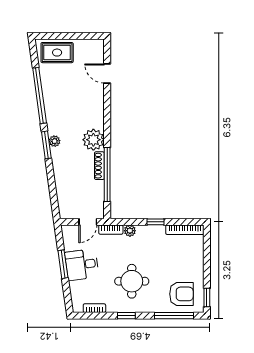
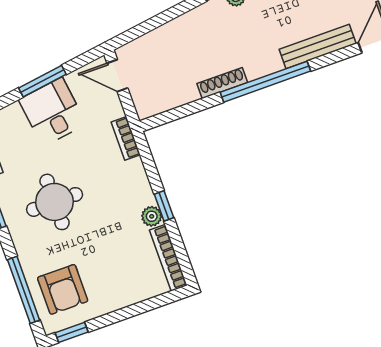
bench: (98, 106) -> (318, 46), added
plant: (93, 140) -> (261, 58), removed
window: (107, 175) -> (265, 82), moved
door: (88, 222) -> (117, 76), moved
plant: (130, 231) -> (152, 216), moved

